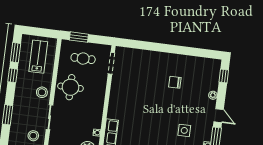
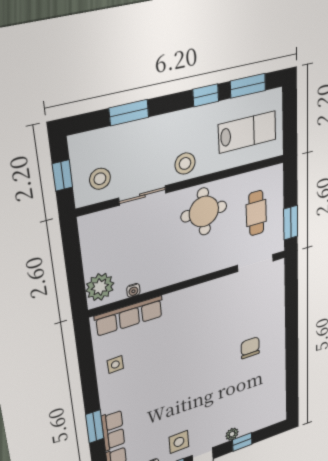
window: (79, 37) -> (291, 223), moved
window: (224, 76) -> (242, 442), moved
chair: (175, 82) -> (250, 348), moved
side table: (184, 130) -> (179, 442), moved

